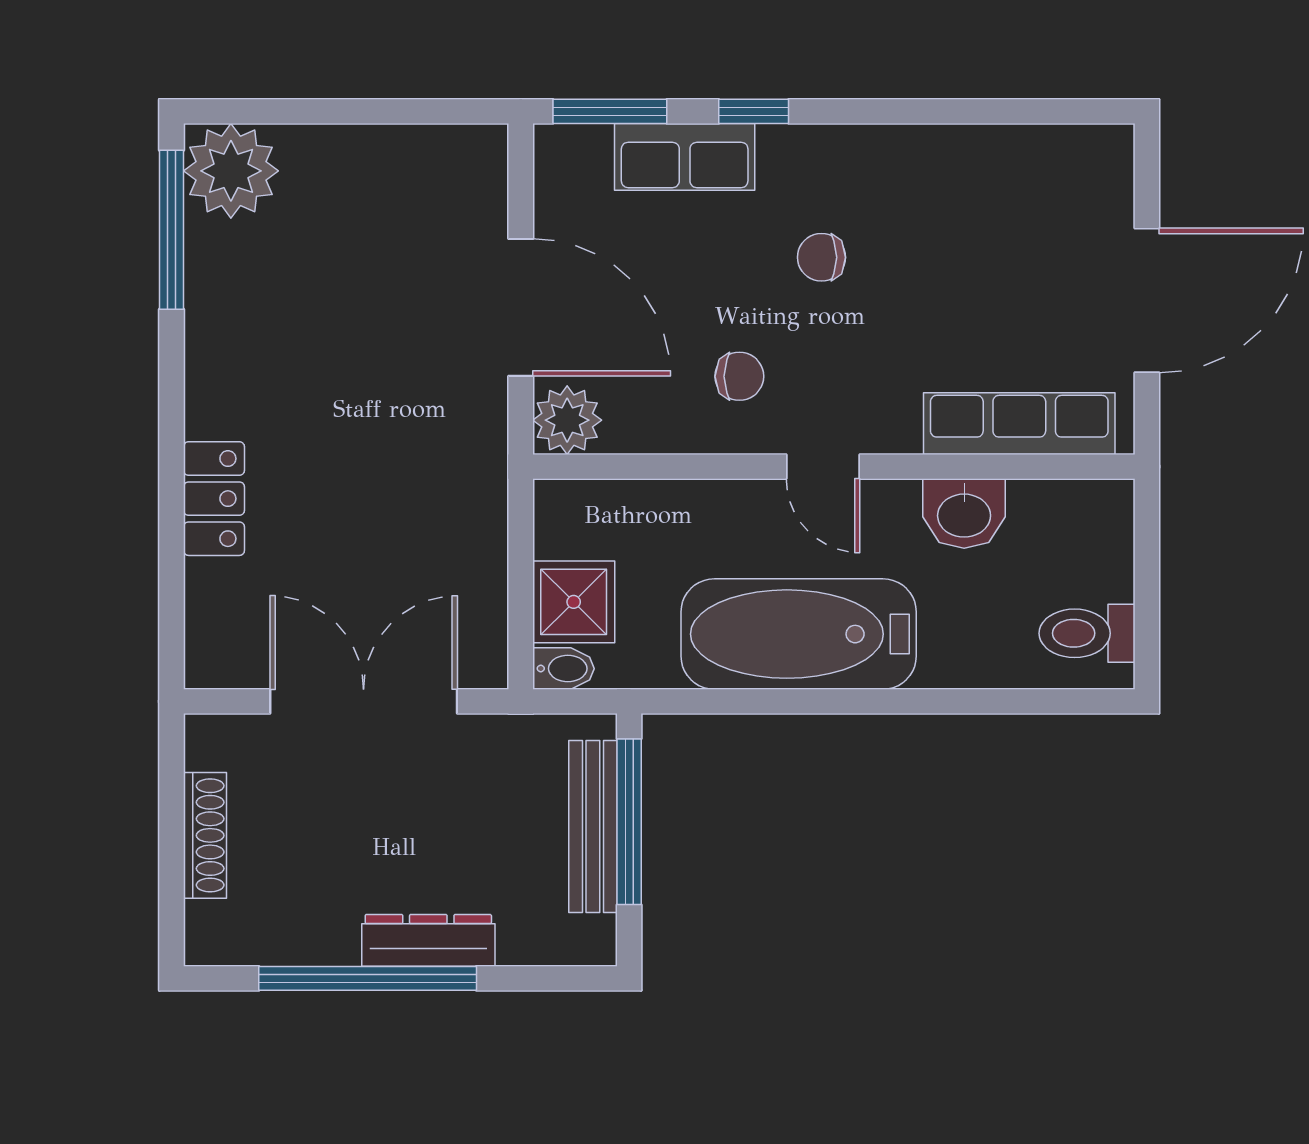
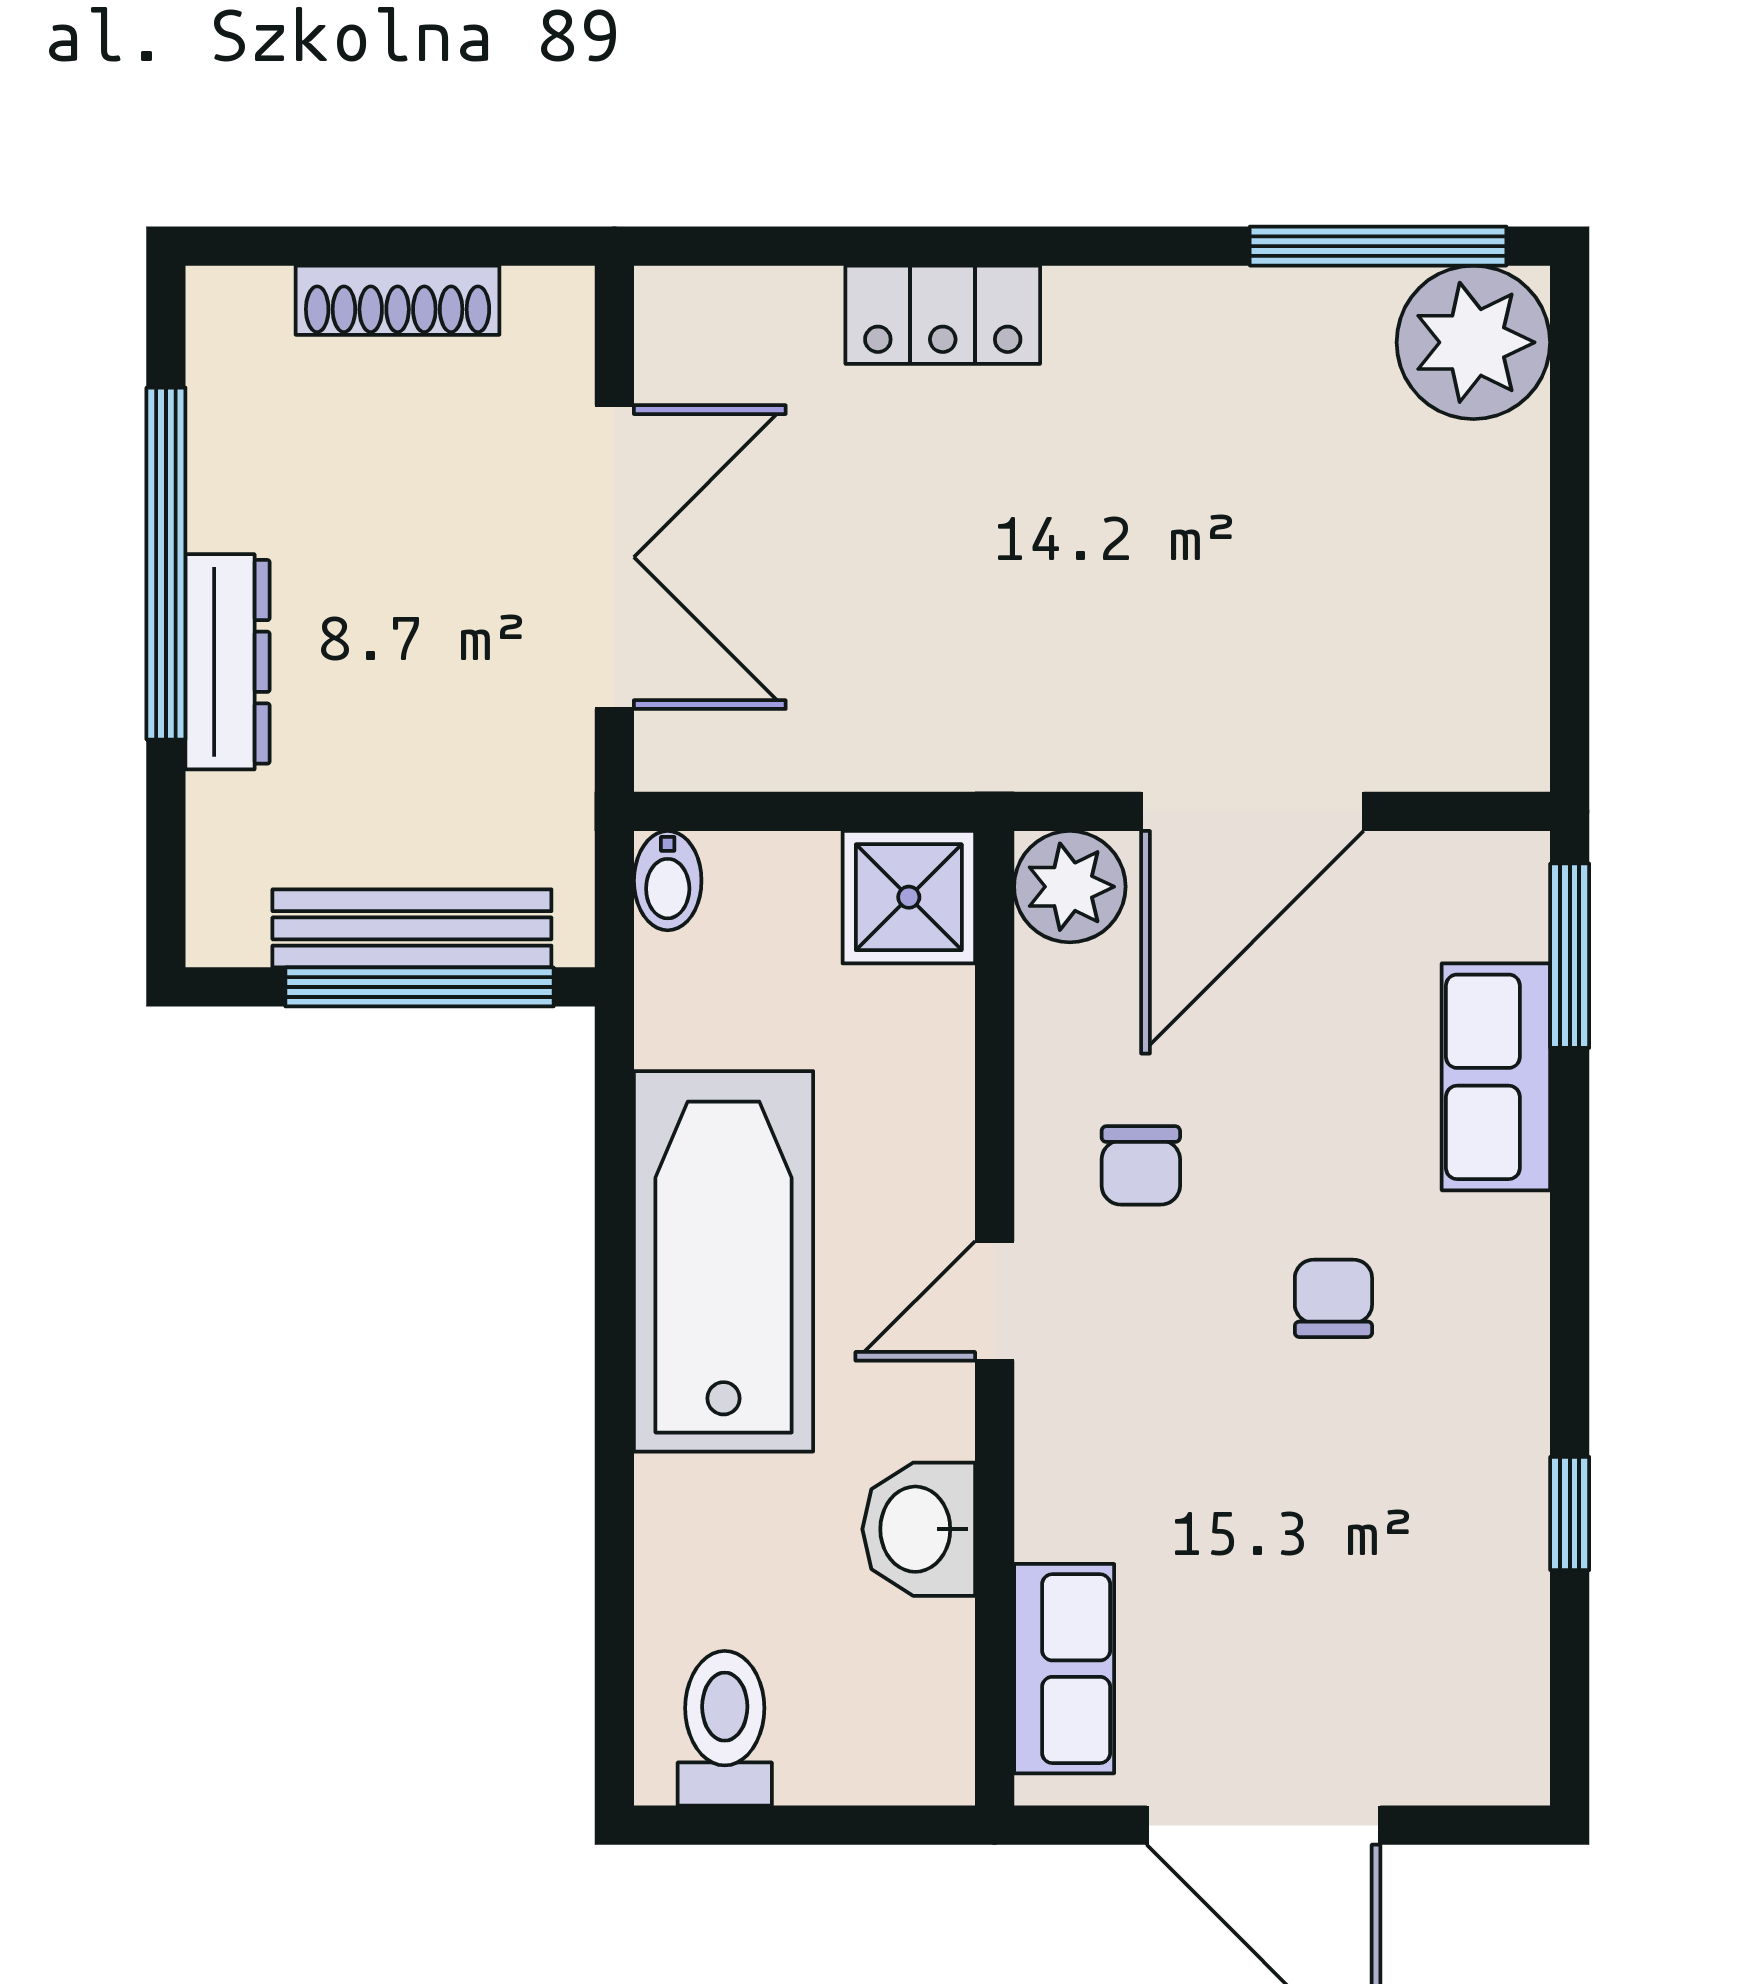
window: (754, 111) -> (1570, 1514), moved
row of seats: (1019, 424) -> (1064, 1669), width x0.68
shower: (574, 602) -> (909, 897), moved

